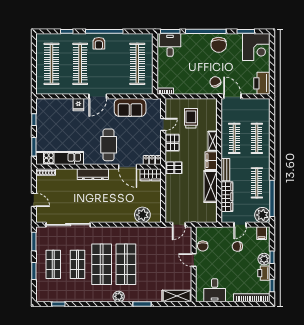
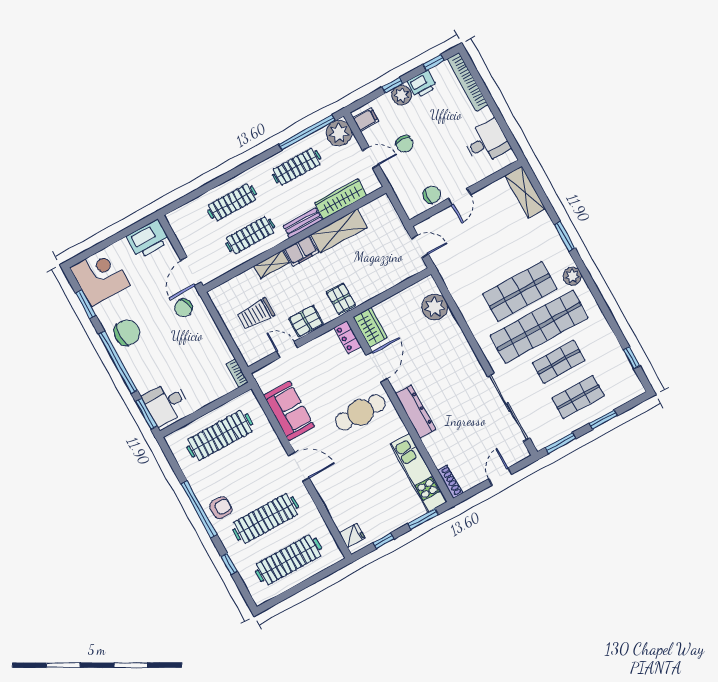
fridge: (78, 105) -> (352, 535), moved
shop shelf: (102, 264) -> (539, 327), width x1.40

